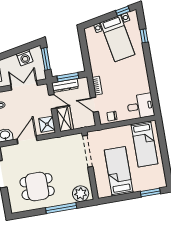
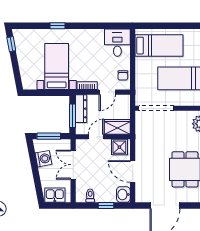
window: (144, 36) -> (57, 26), moved
bed with nightstands: (118, 38) -> (57, 67), moved, turned -79
dresser: (65, 86) -> (81, 109), moved

